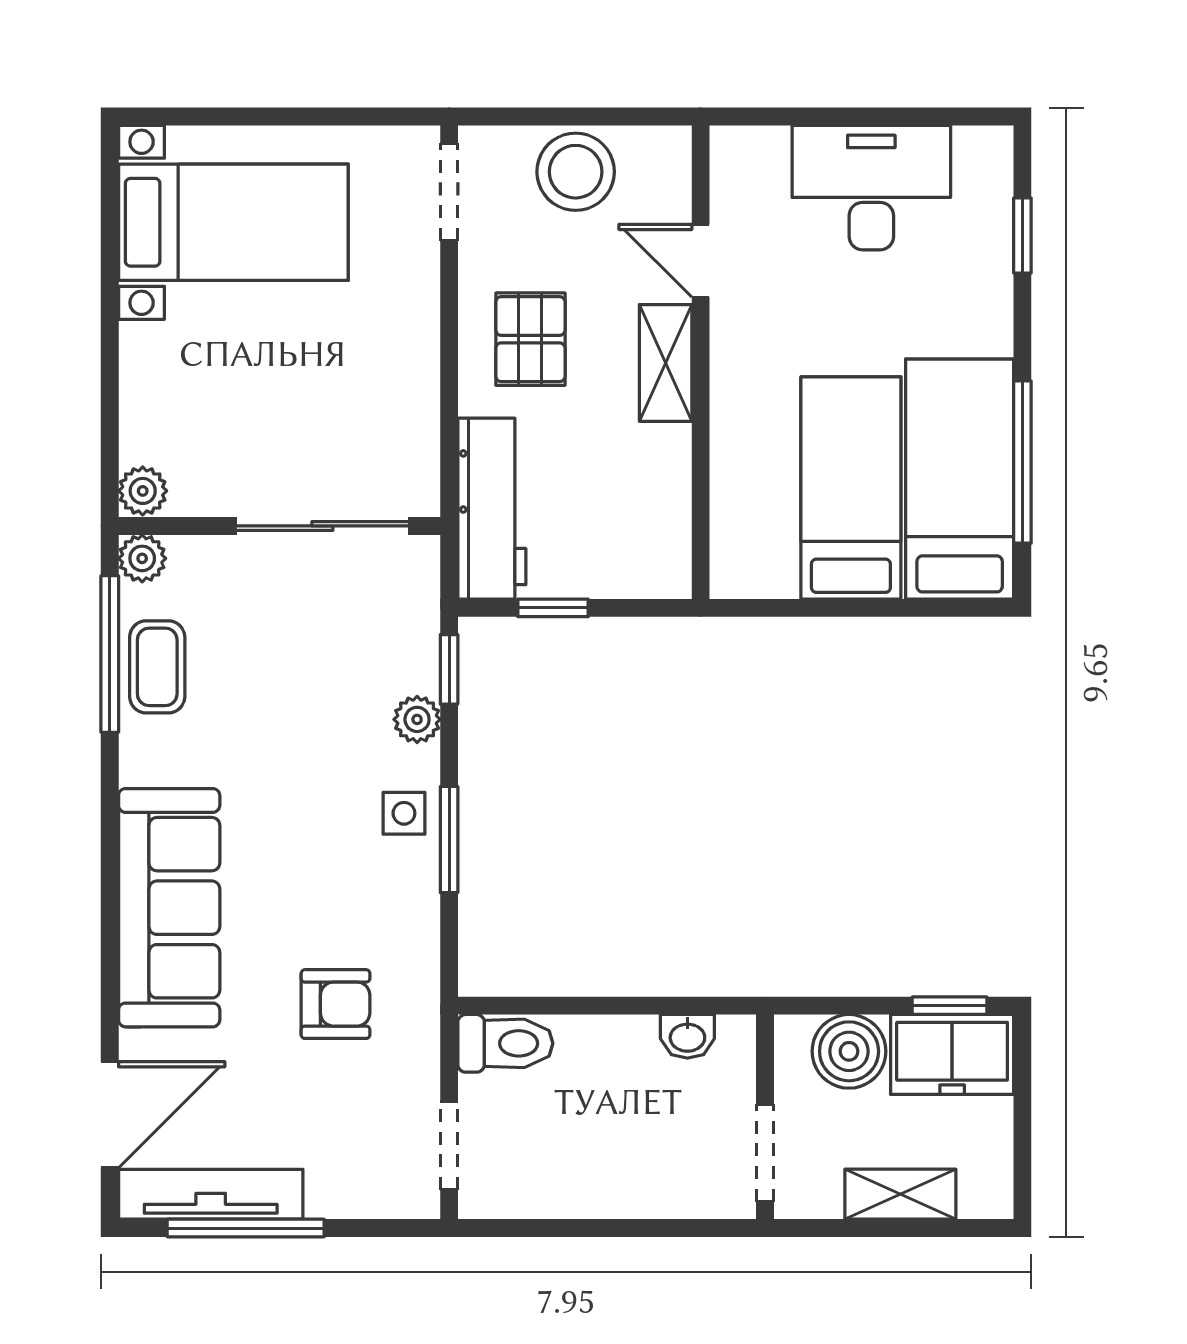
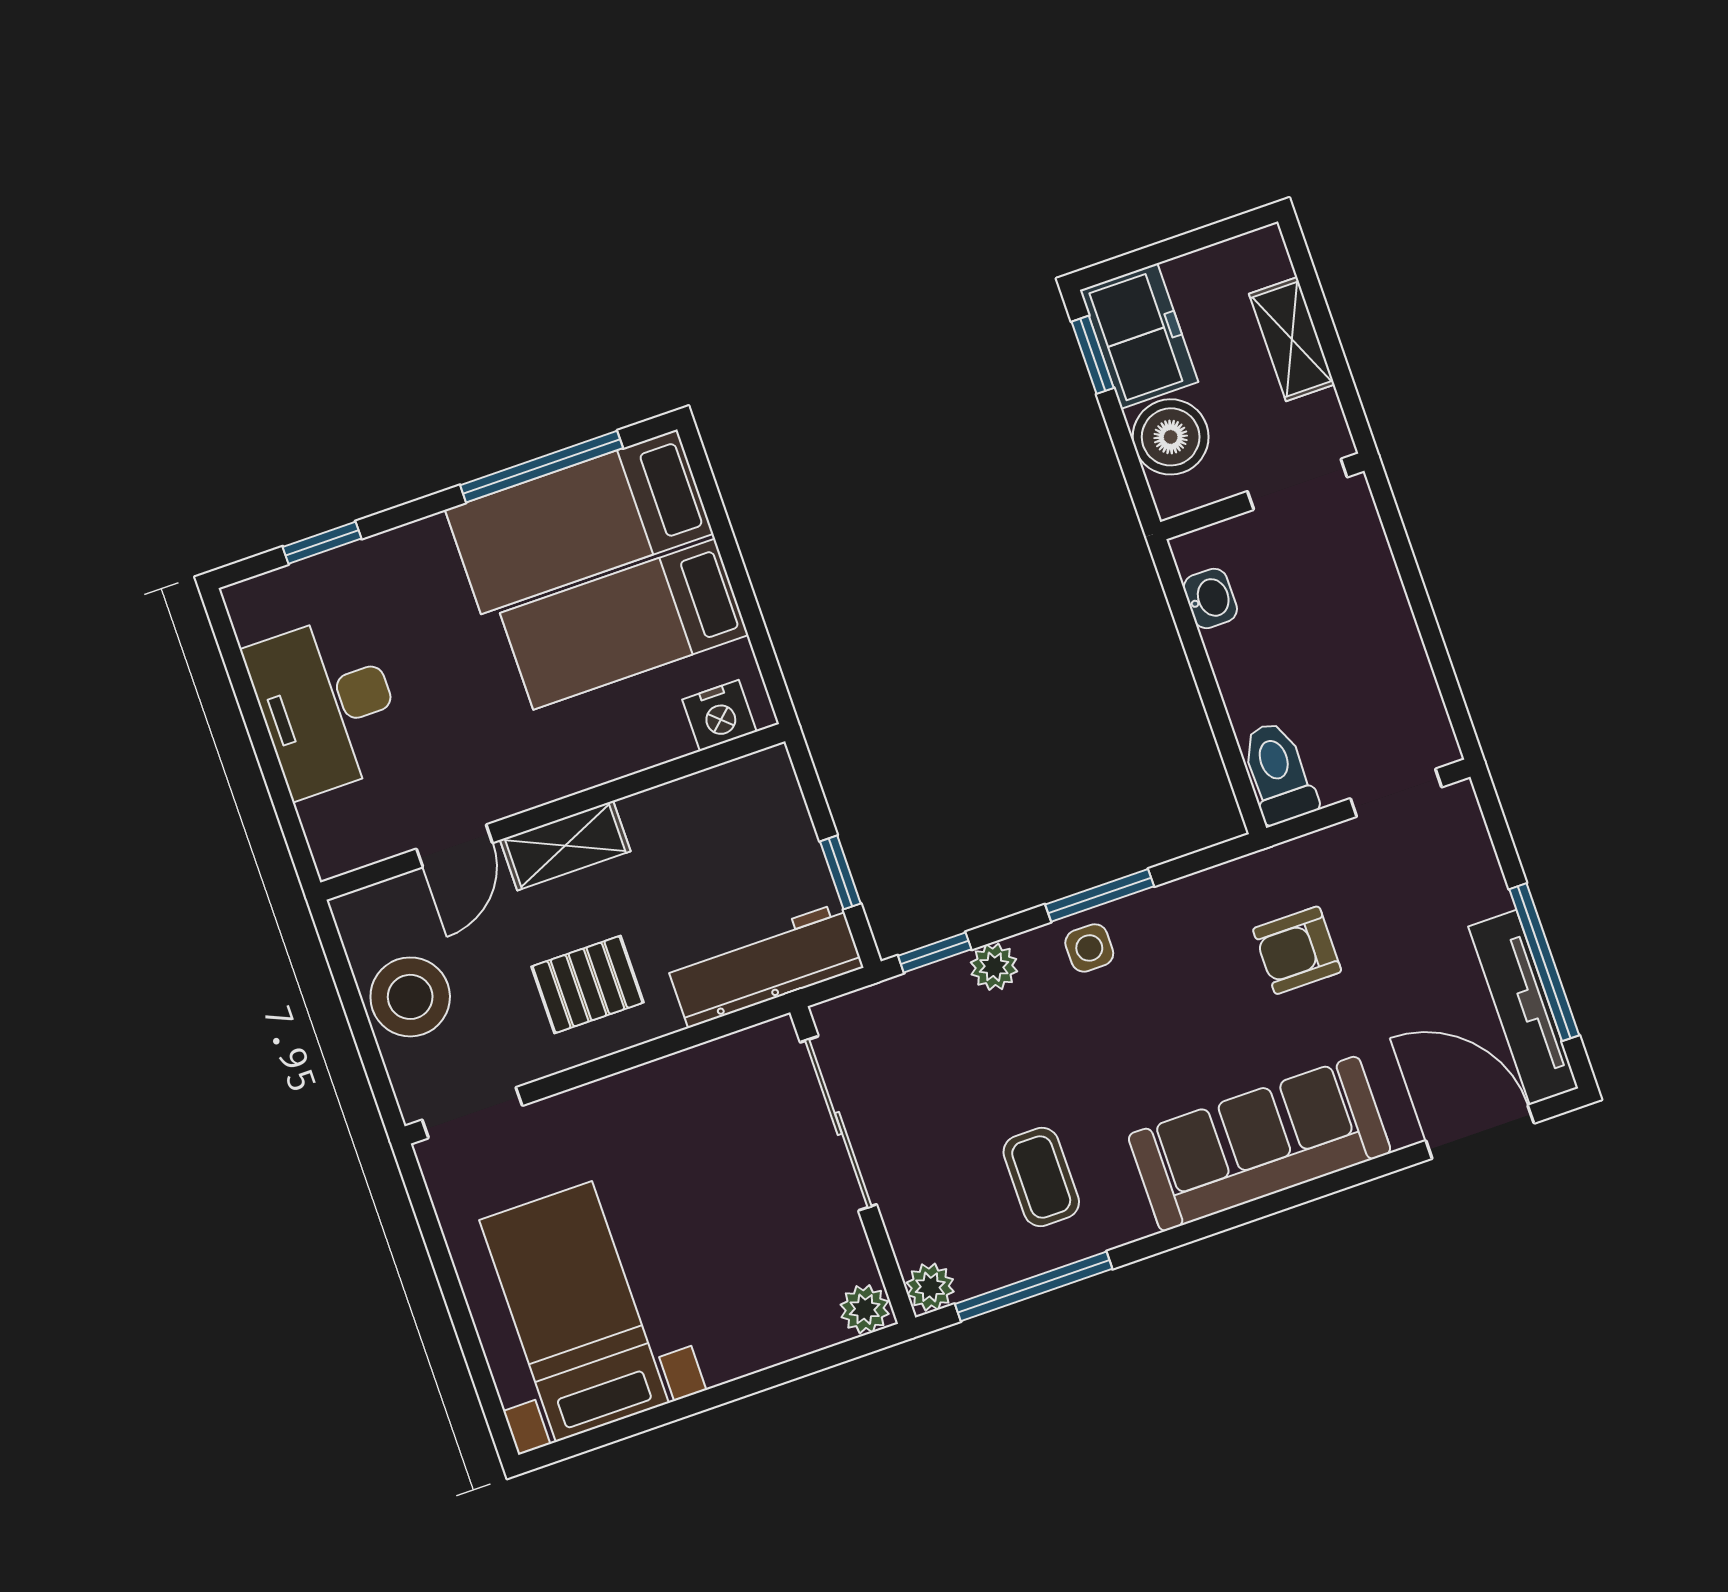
nightstand: (736, 547) -> (719, 716), added
coffee table: (157, 667) -> (1041, 1177), moved, turned 90
armchair: (336, 1004) -> (1297, 950), turned -90

